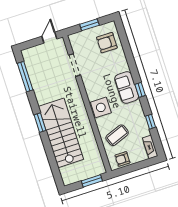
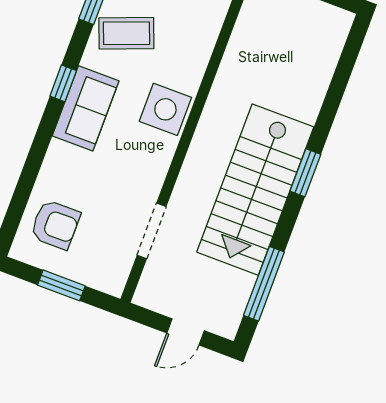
door: (49, 38) -> (186, 332), moved
stairs: (61, 133) -> (255, 190), moved
coffee table: (117, 135) -> (126, 33), moved

